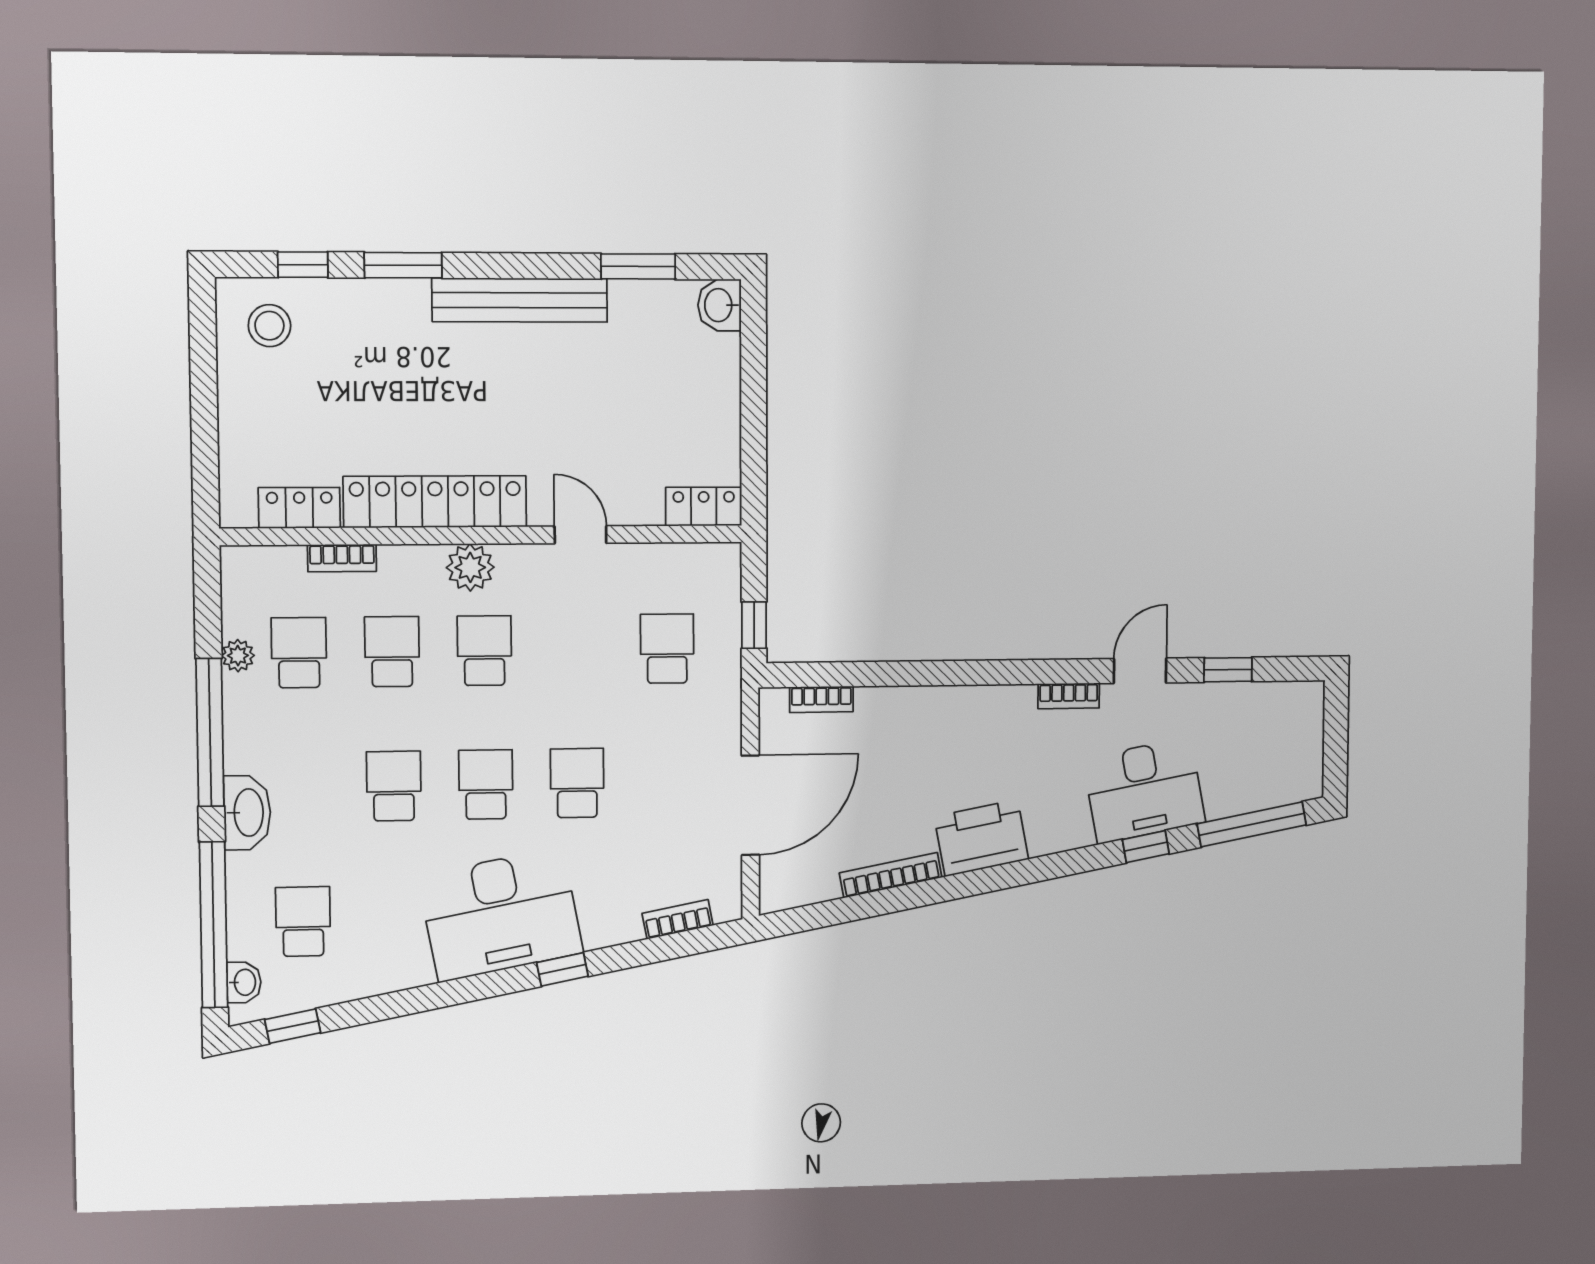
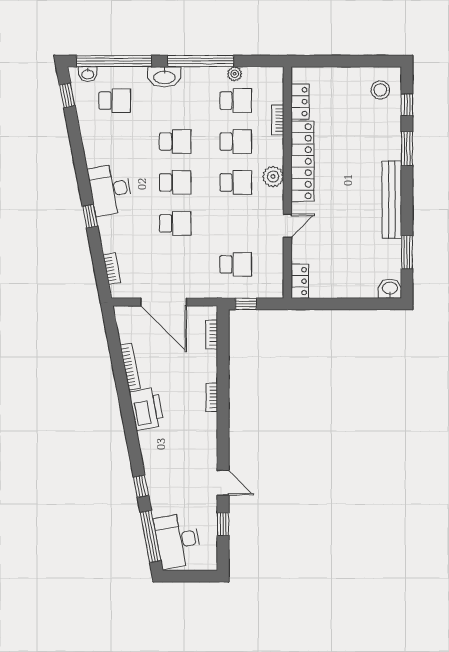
bookcase: (1069, 696) -> (212, 397), moved
desk: (1144, 790) -> (178, 541), moved
desk: (501, 915) -> (110, 190), width x0.73, depth x0.77

